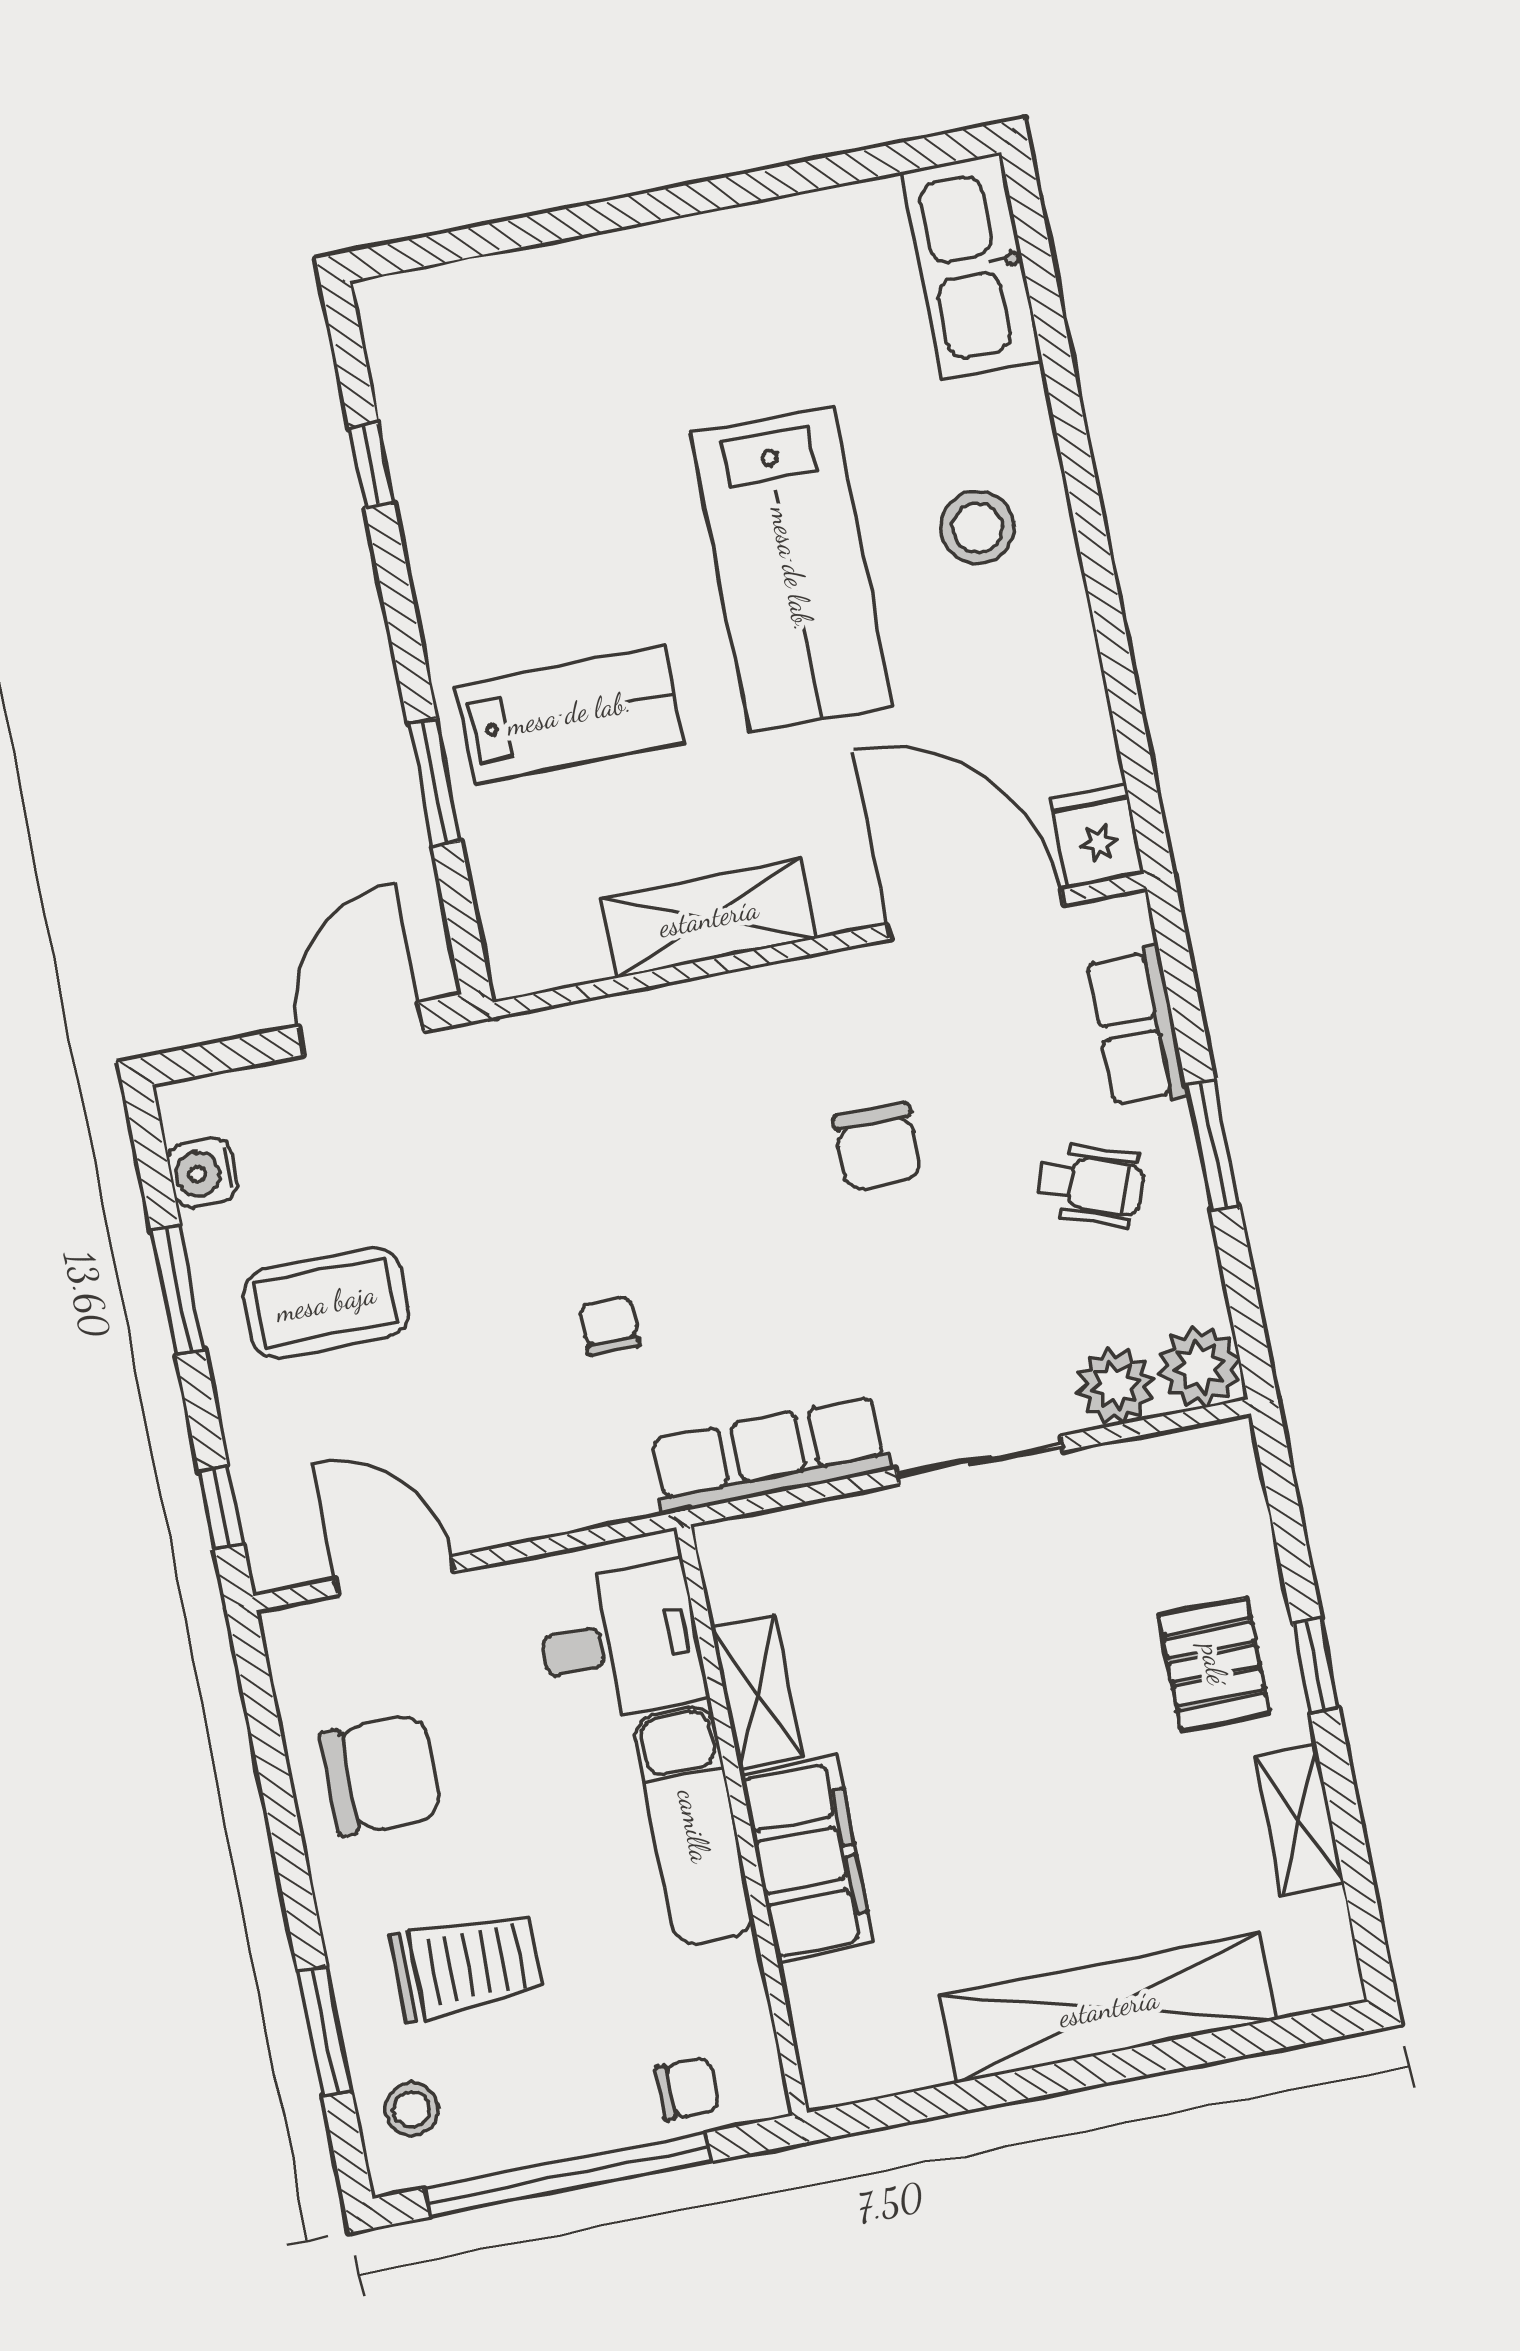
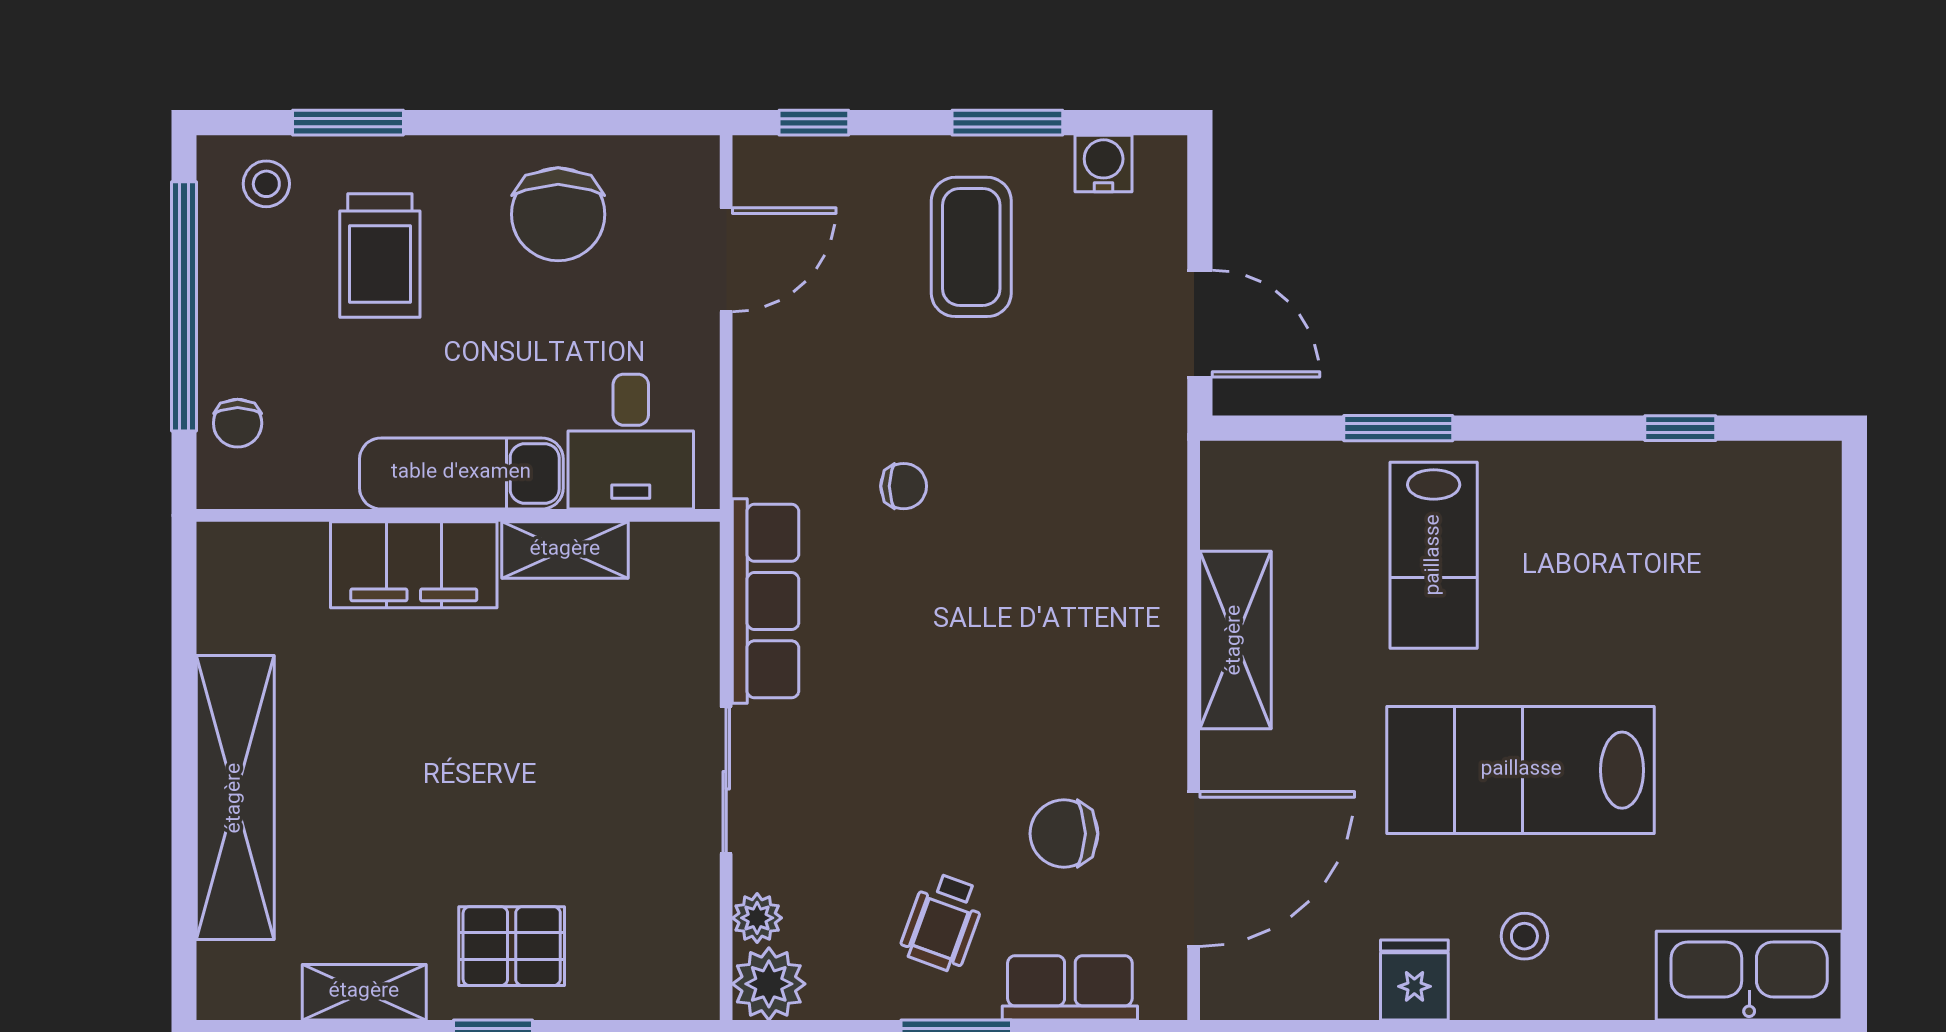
stool: (977, 528) -> (1524, 936), width x0.73, depth x0.73
fridge: (1097, 836) -> (1414, 980), moved, turned -90
chair: (878, 1146) -> (1064, 834), moved
plant: (1115, 1386) -> (757, 918), width x0.73, depth x0.73

